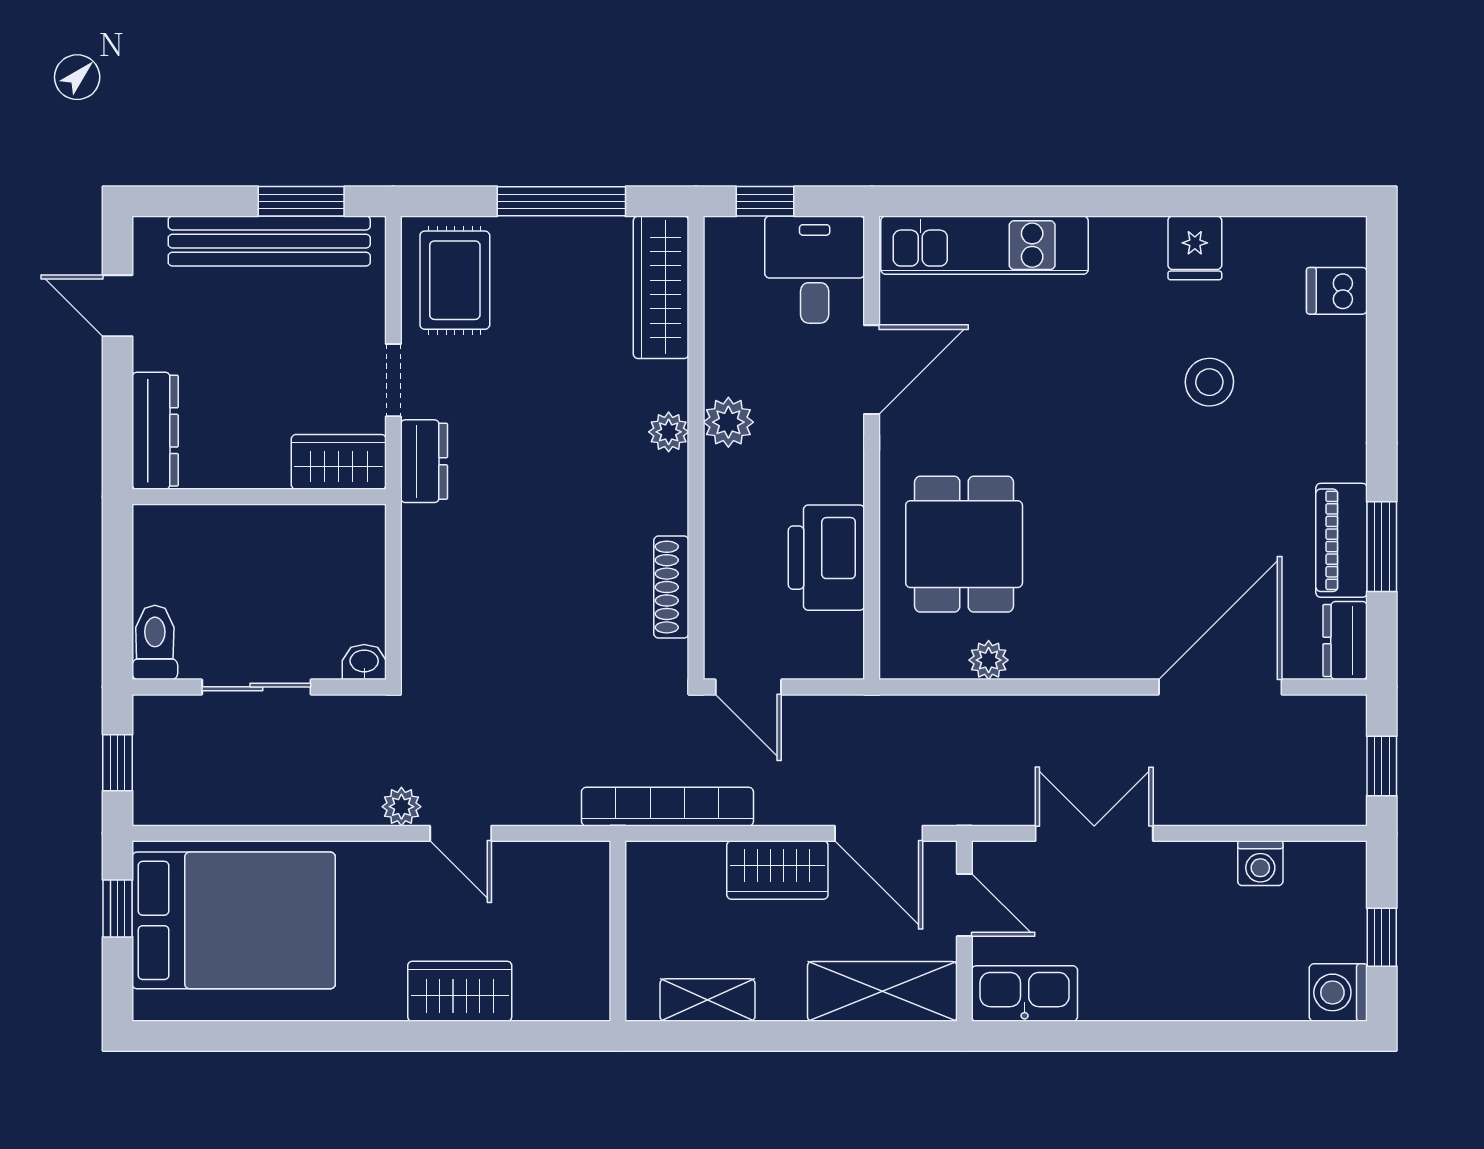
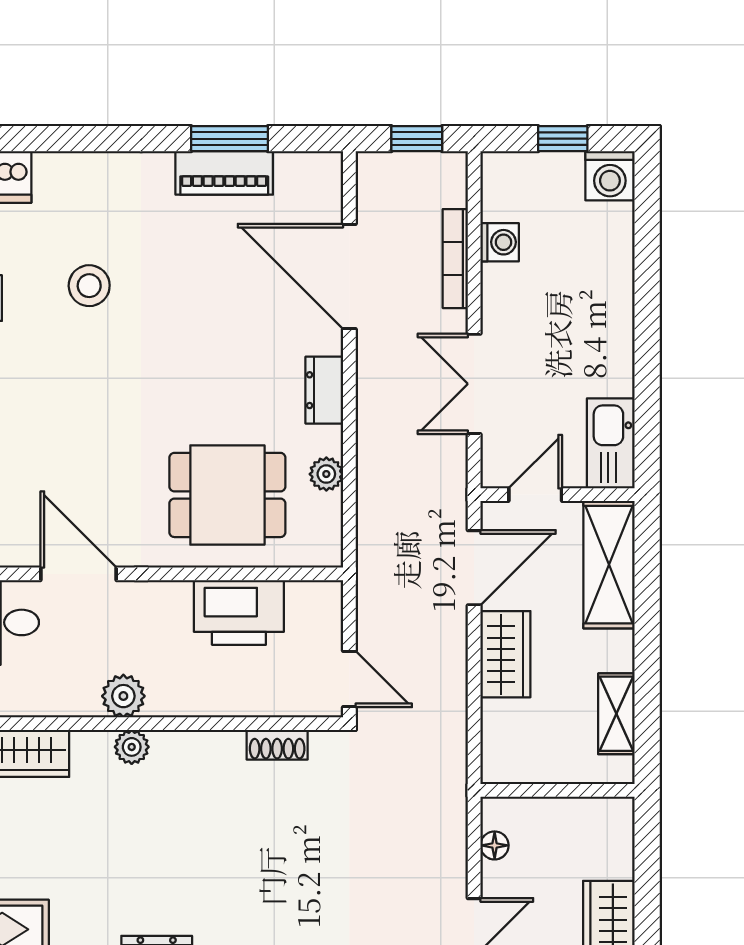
shoe rack: (671, 587) -> (277, 745), width x0.70
dresser: (1345, 641) -> (324, 390), moved, turned 90
door: (748, 687) -> (349, 679), hinge flipped
bookcase: (667, 807) -> (455, 259), moved, width x0.68, depth x0.76
floor lamp: (553, 857) -> (495, 845), added

